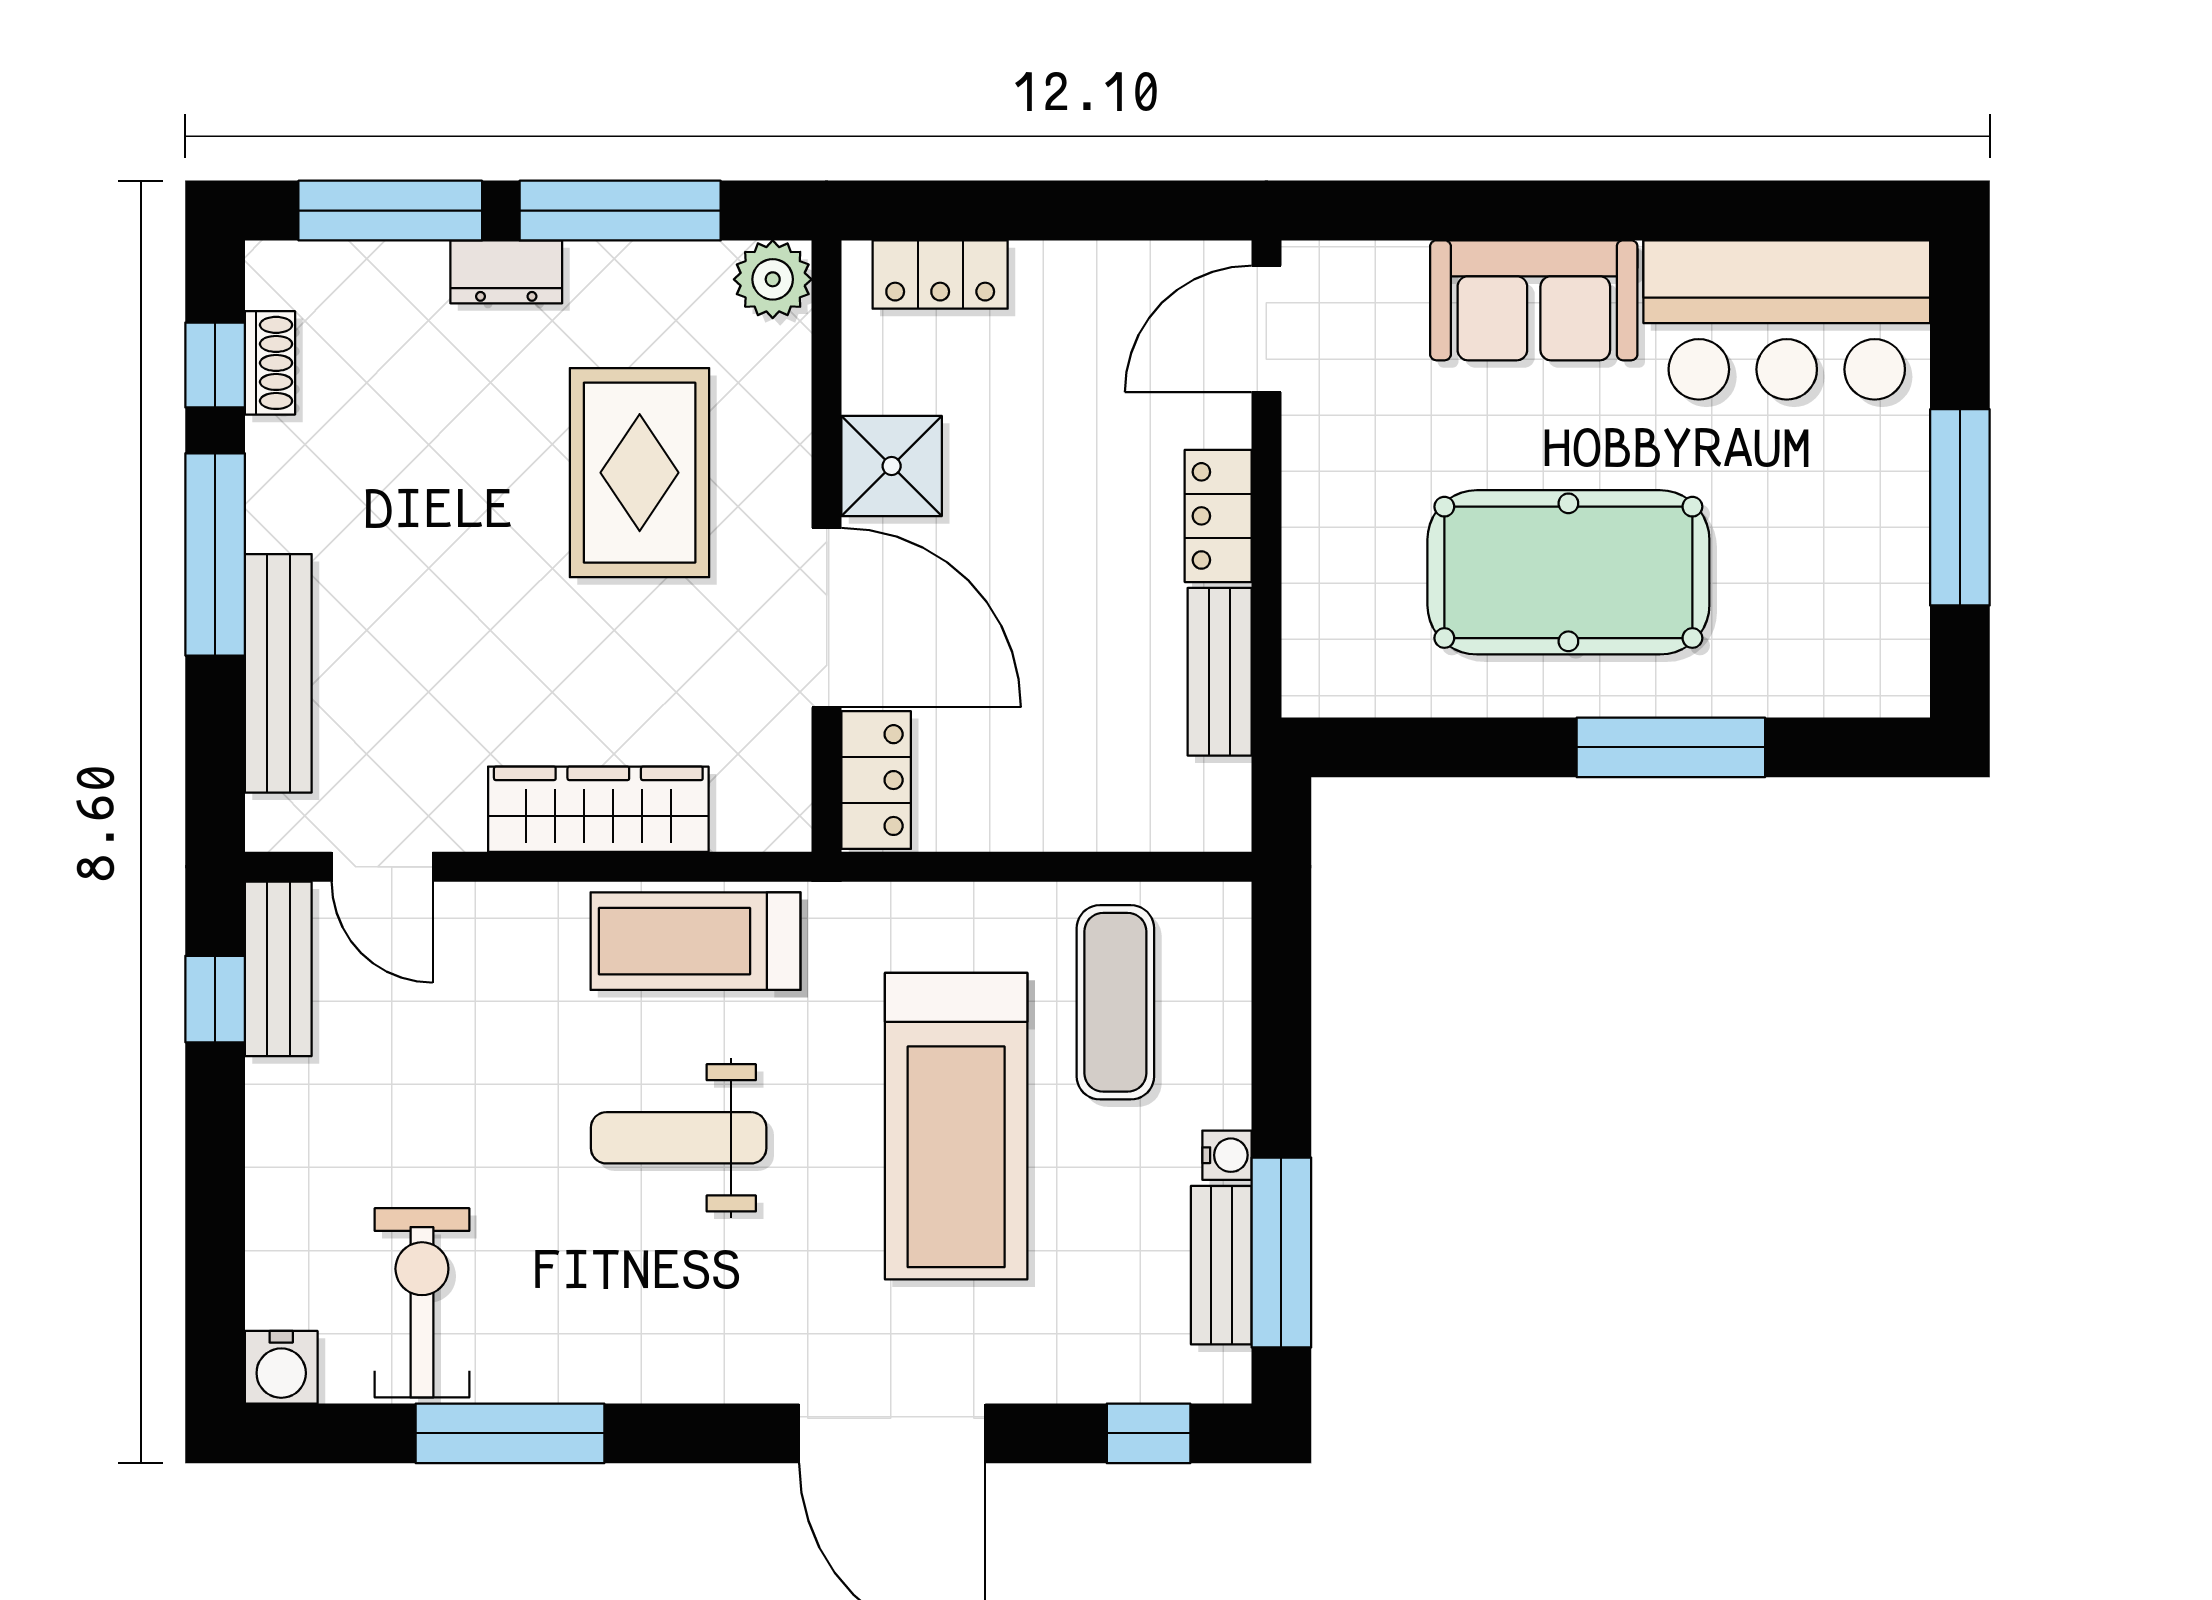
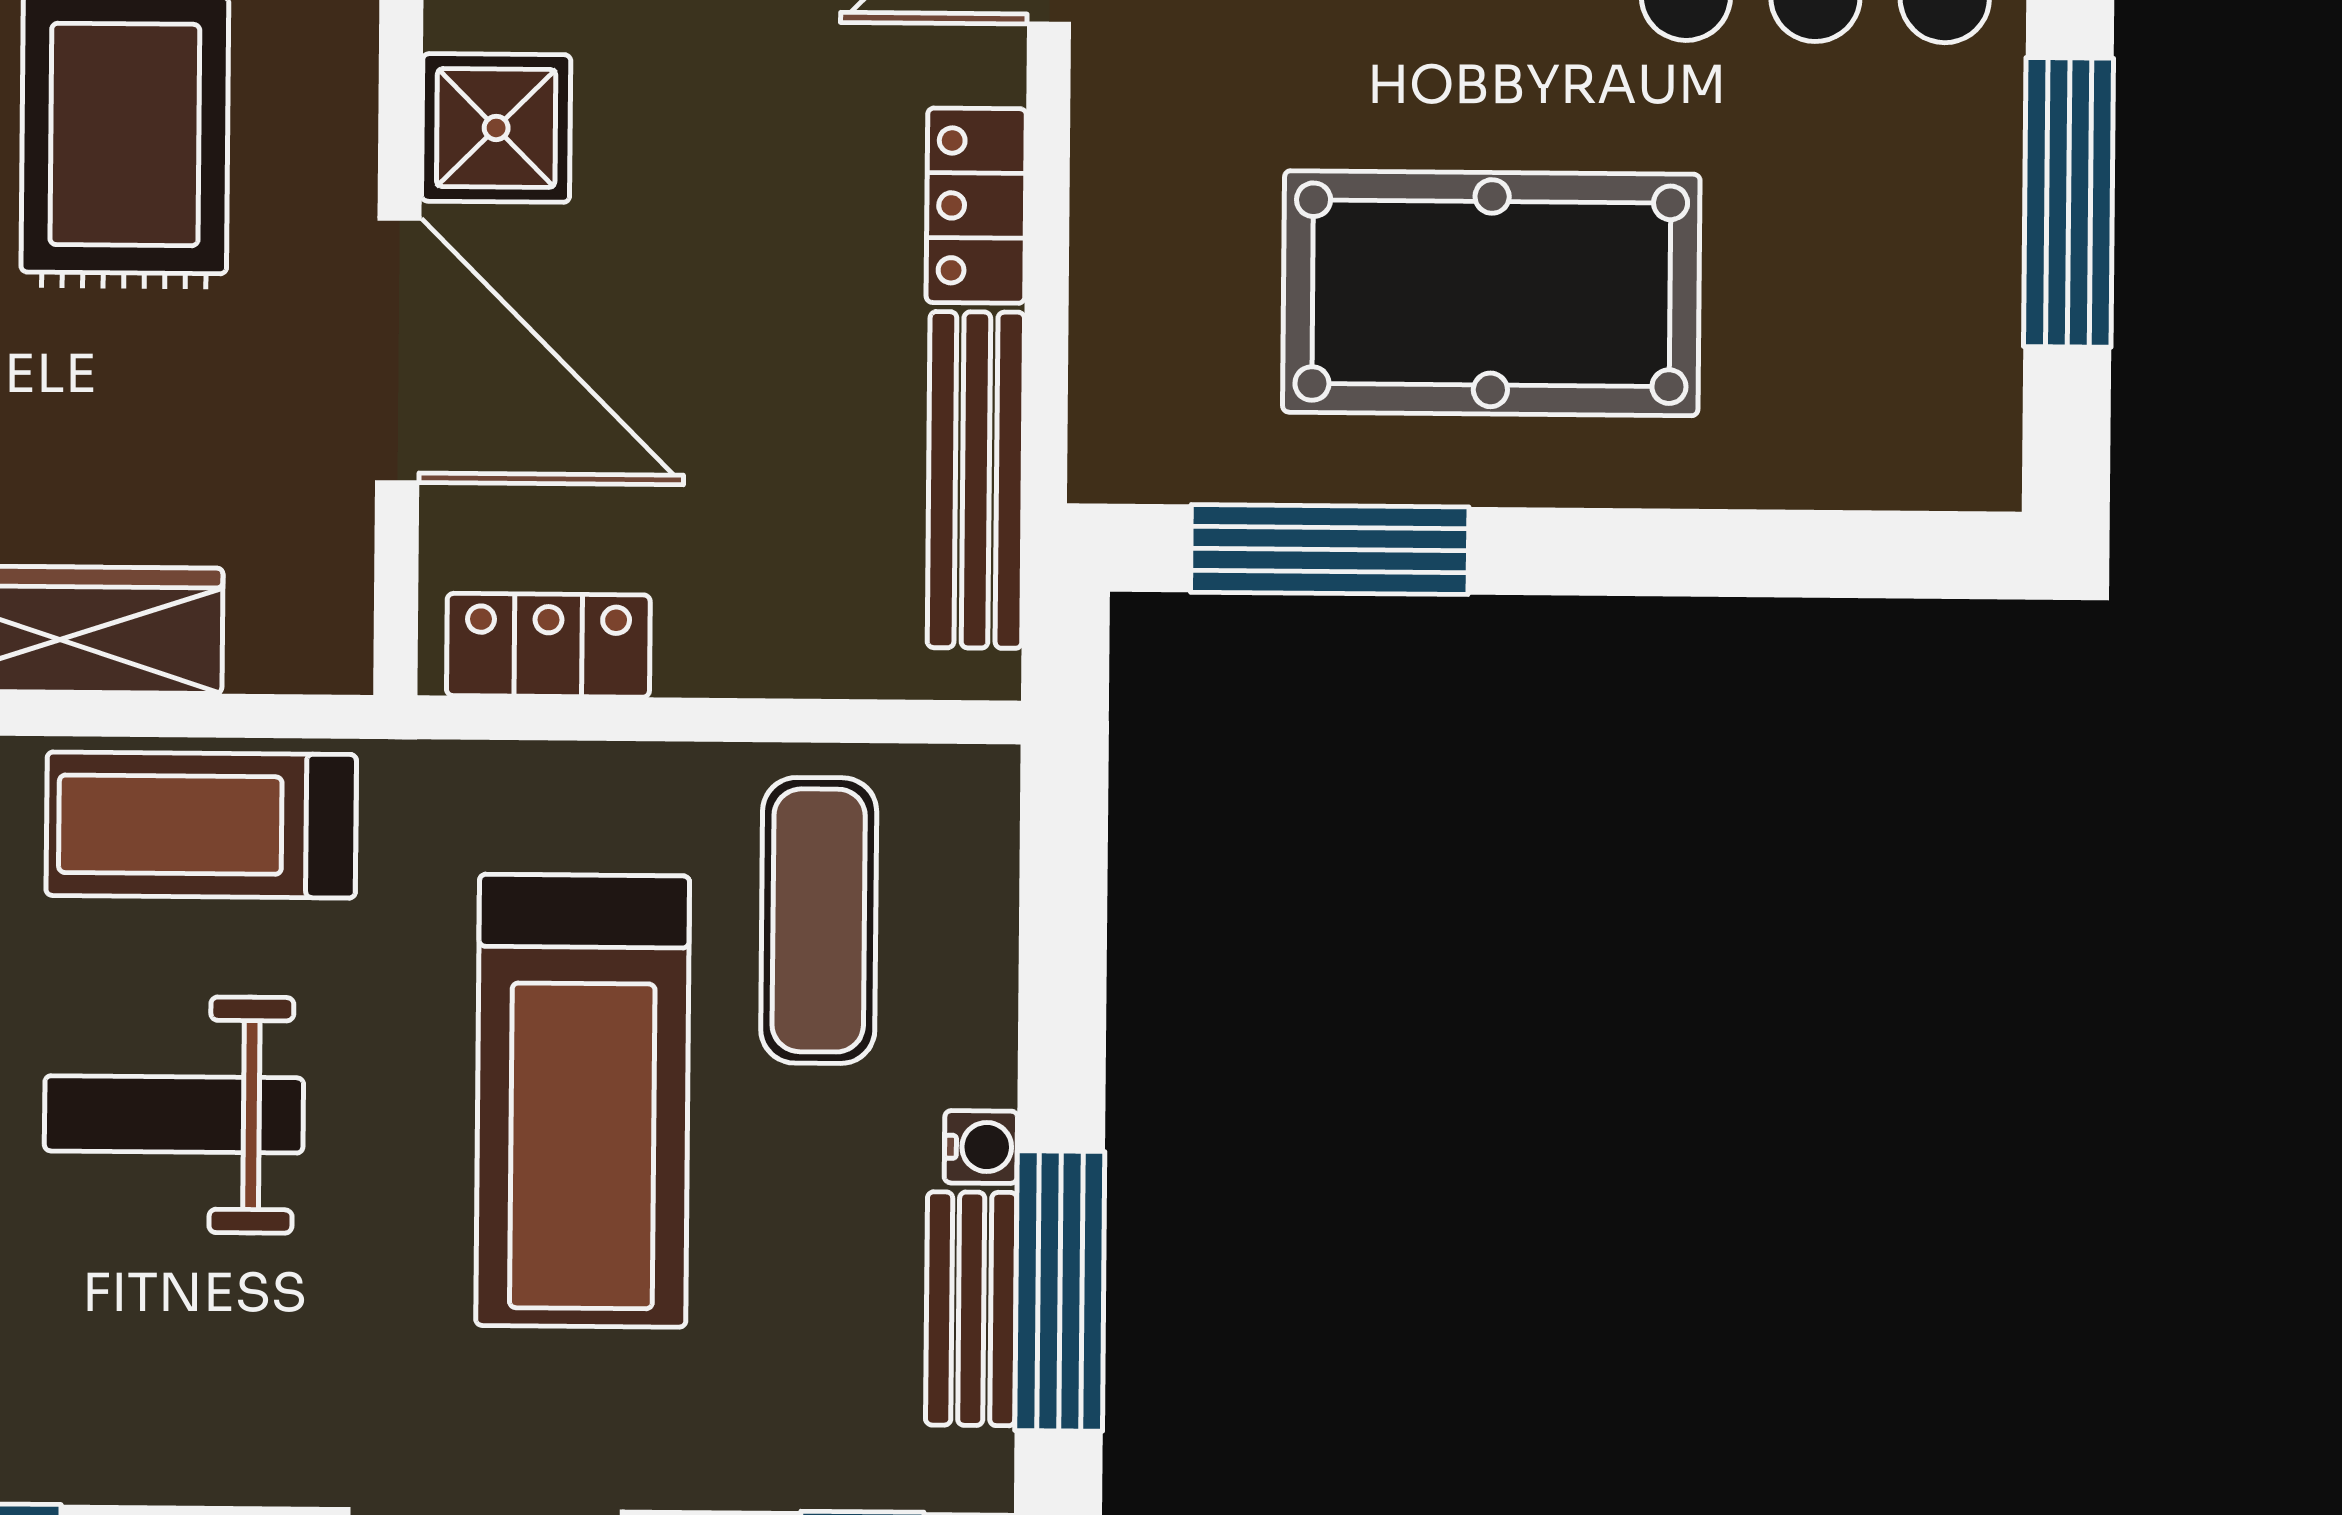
bench: (1220, 672) -> (976, 480), width x1.36
window: (1671, 747) -> (1330, 550), moved
locker: (876, 780) -> (548, 645), moved, turned -90

